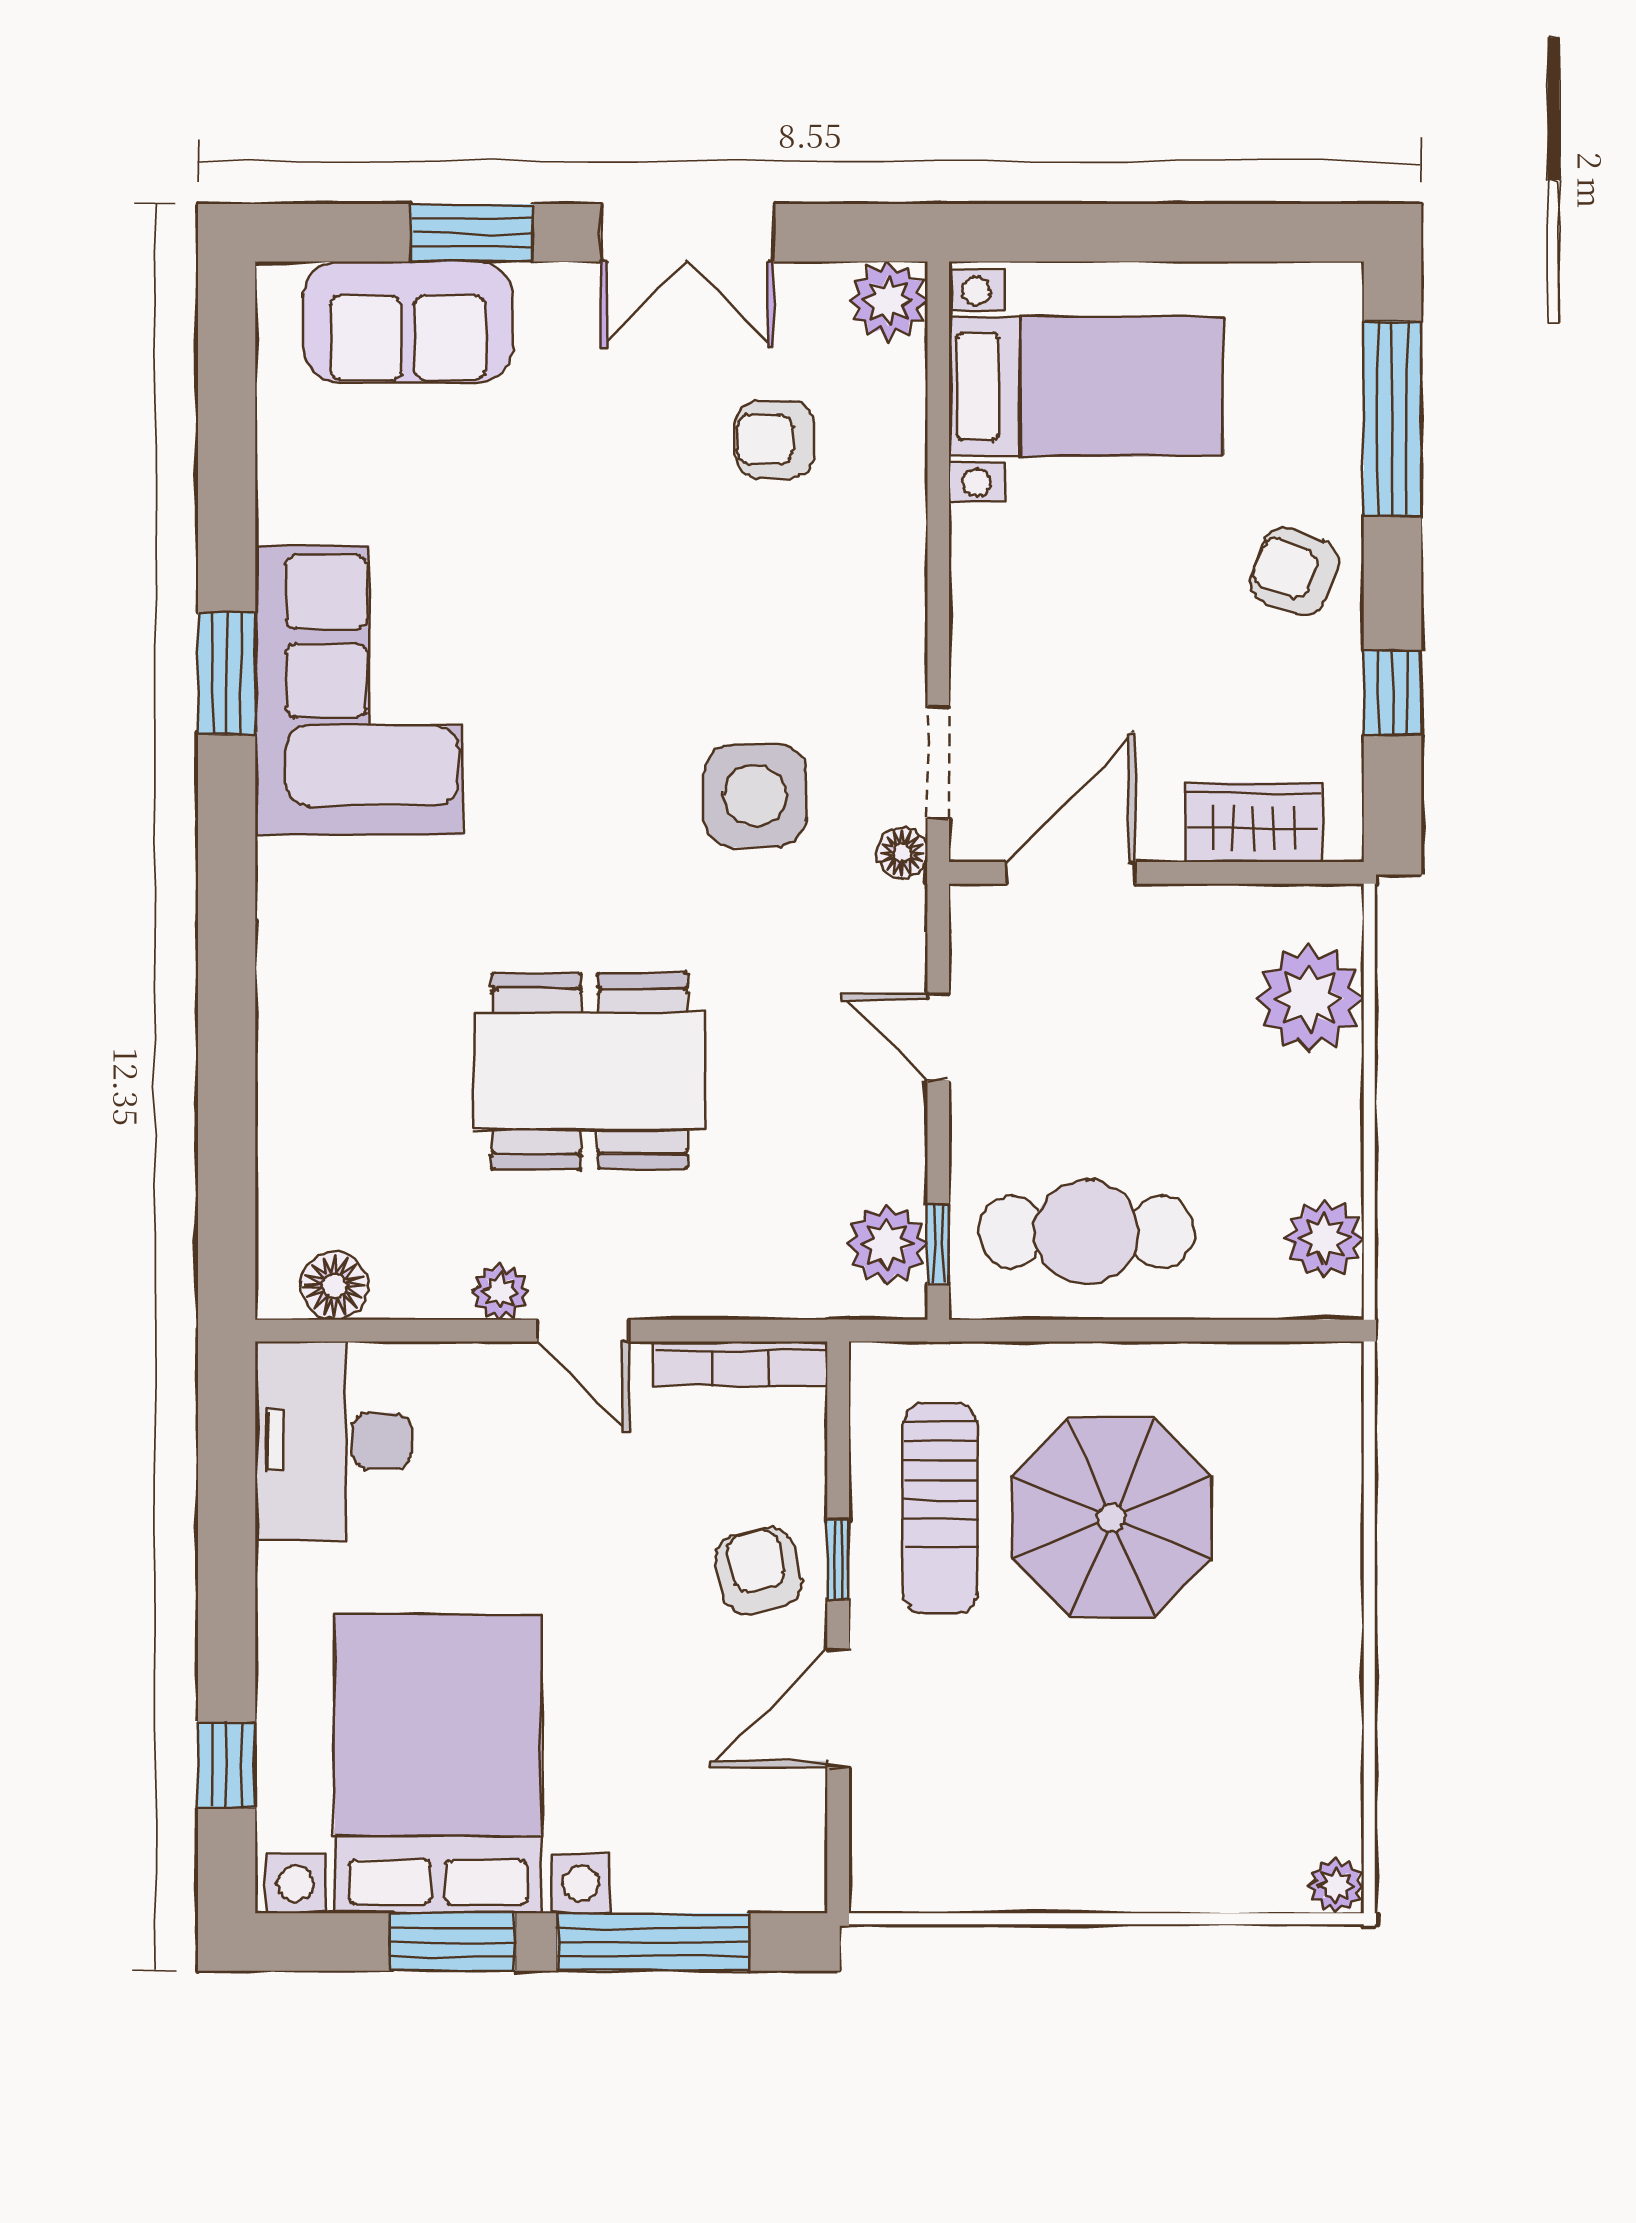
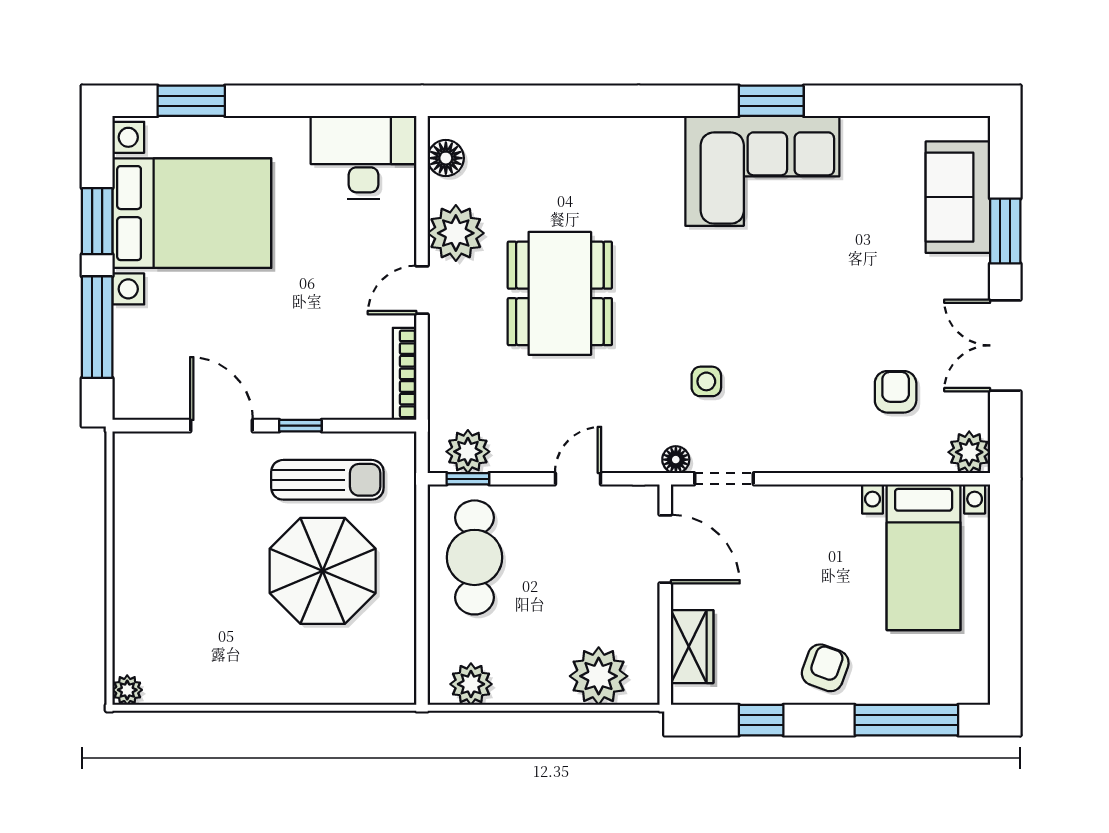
side table: (755, 795) -> (706, 381), width x0.54, depth x0.54
plant: (500, 1292) -> (456, 233), width x1.87, depth x1.87
sun lounger: (940, 1509) -> (327, 480), turned 180
armchair: (758, 1571) -> (294, 383), removed
window: (227, 1765) -> (191, 101), width x1.50

